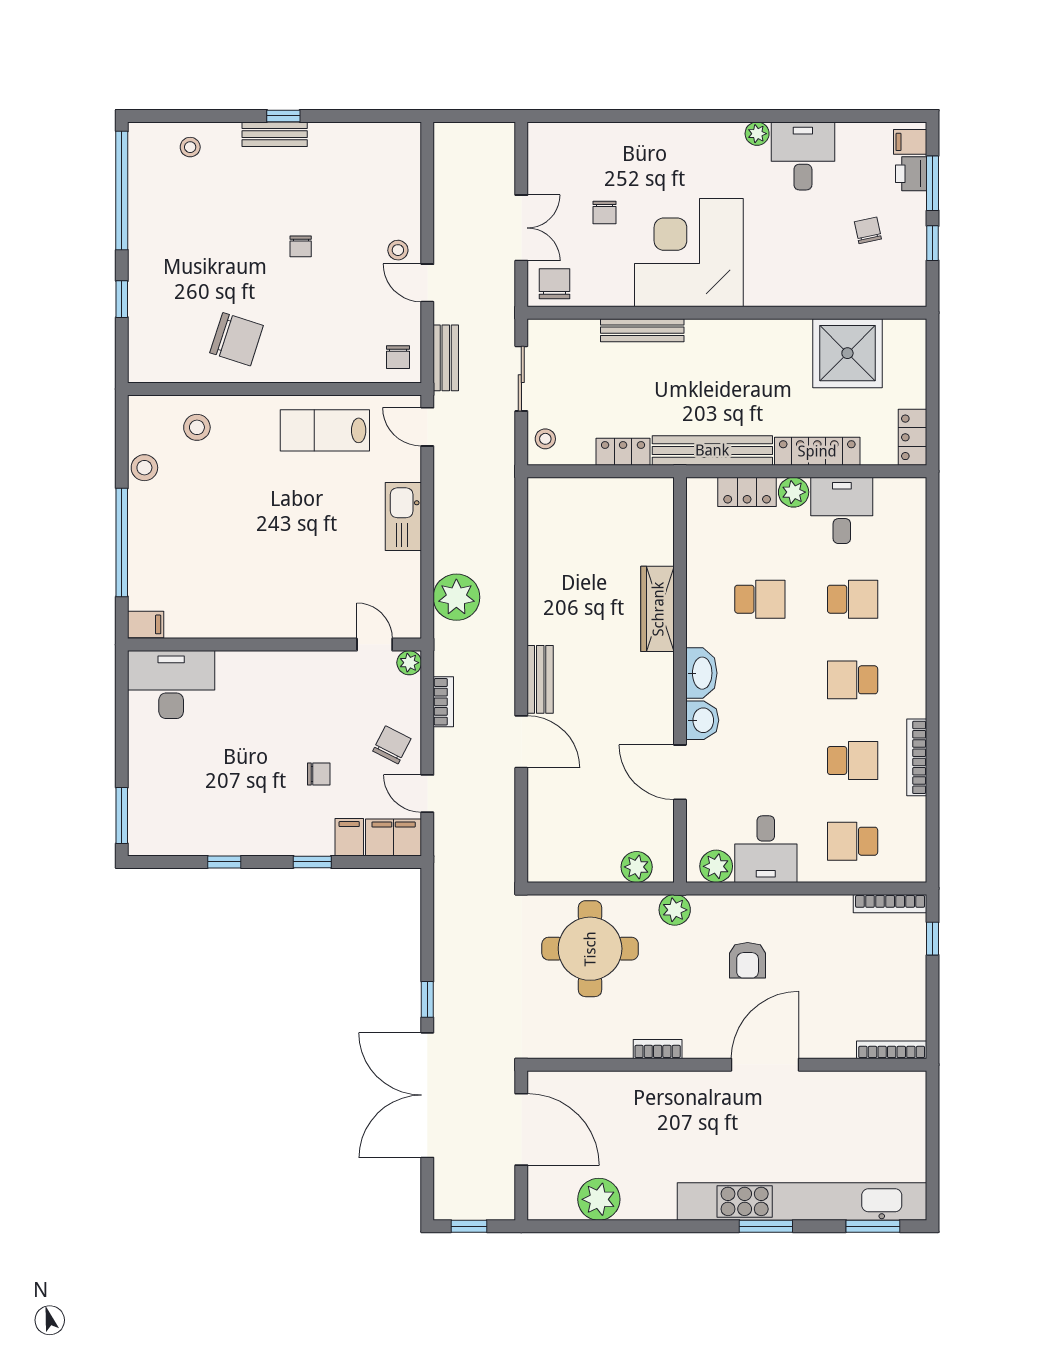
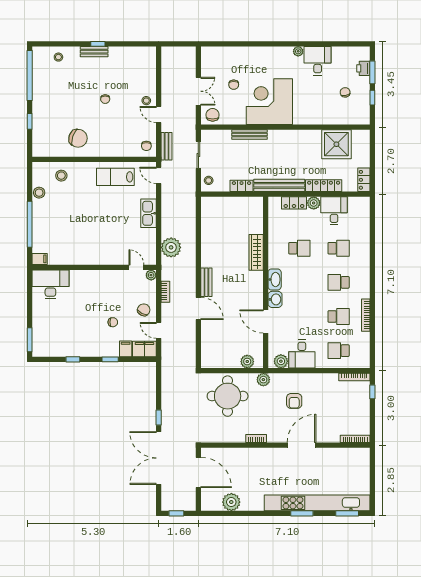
filing cabinet: (910, 142) -> (363, 55), removed

